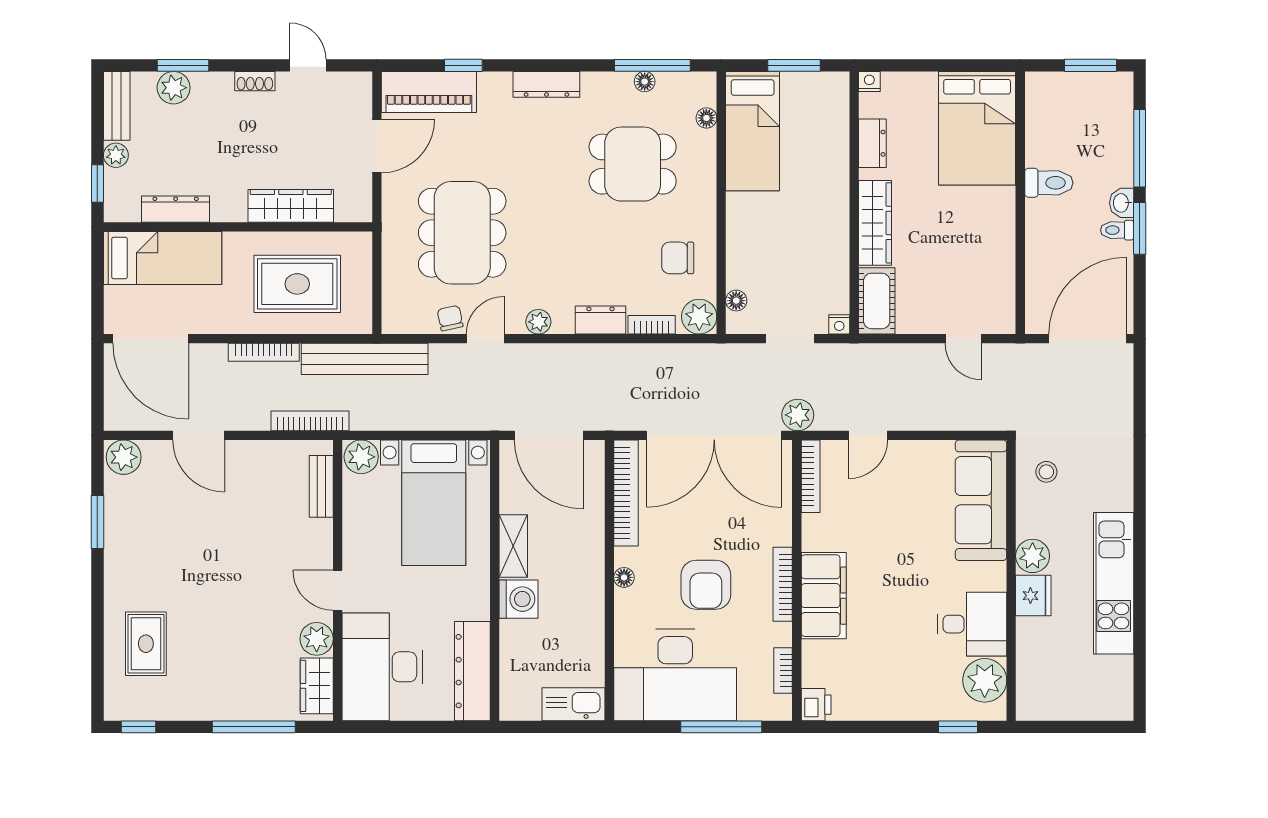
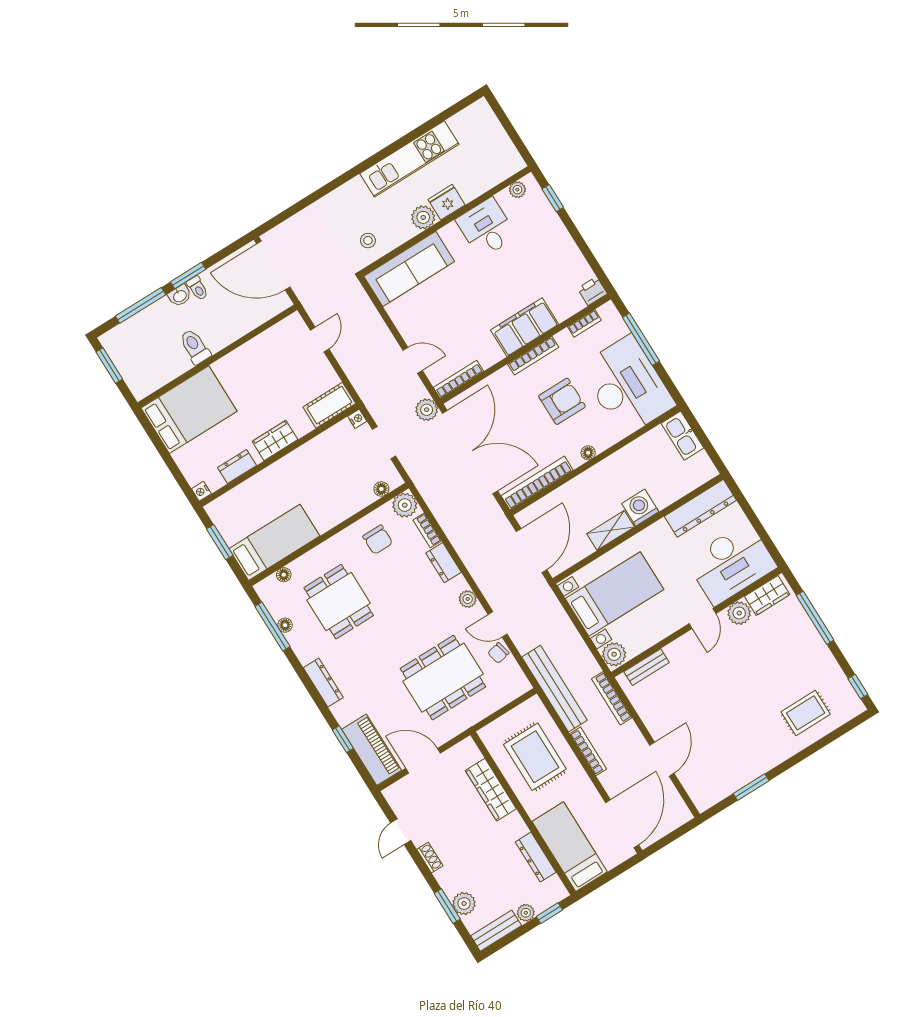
wardrobe: (875, 223) -> (275, 440), width x0.67
plant: (124, 457) -> (703, 796), removed
plant: (985, 680) -> (517, 190), width x0.53, depth x0.53

